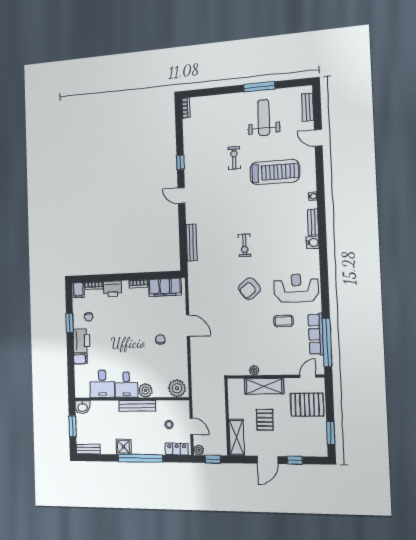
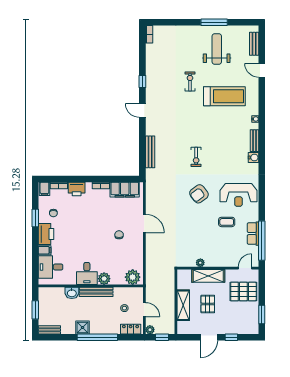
reception desk: (296, 288) -> (238, 195), turned 180
row of seats: (316, 334) -> (253, 234), width x0.68
desk: (102, 384) -> (51, 267), moved, turned 90
washbasin: (82, 407) -> (72, 293), moved
shelving: (237, 437) -> (183, 305), moved

